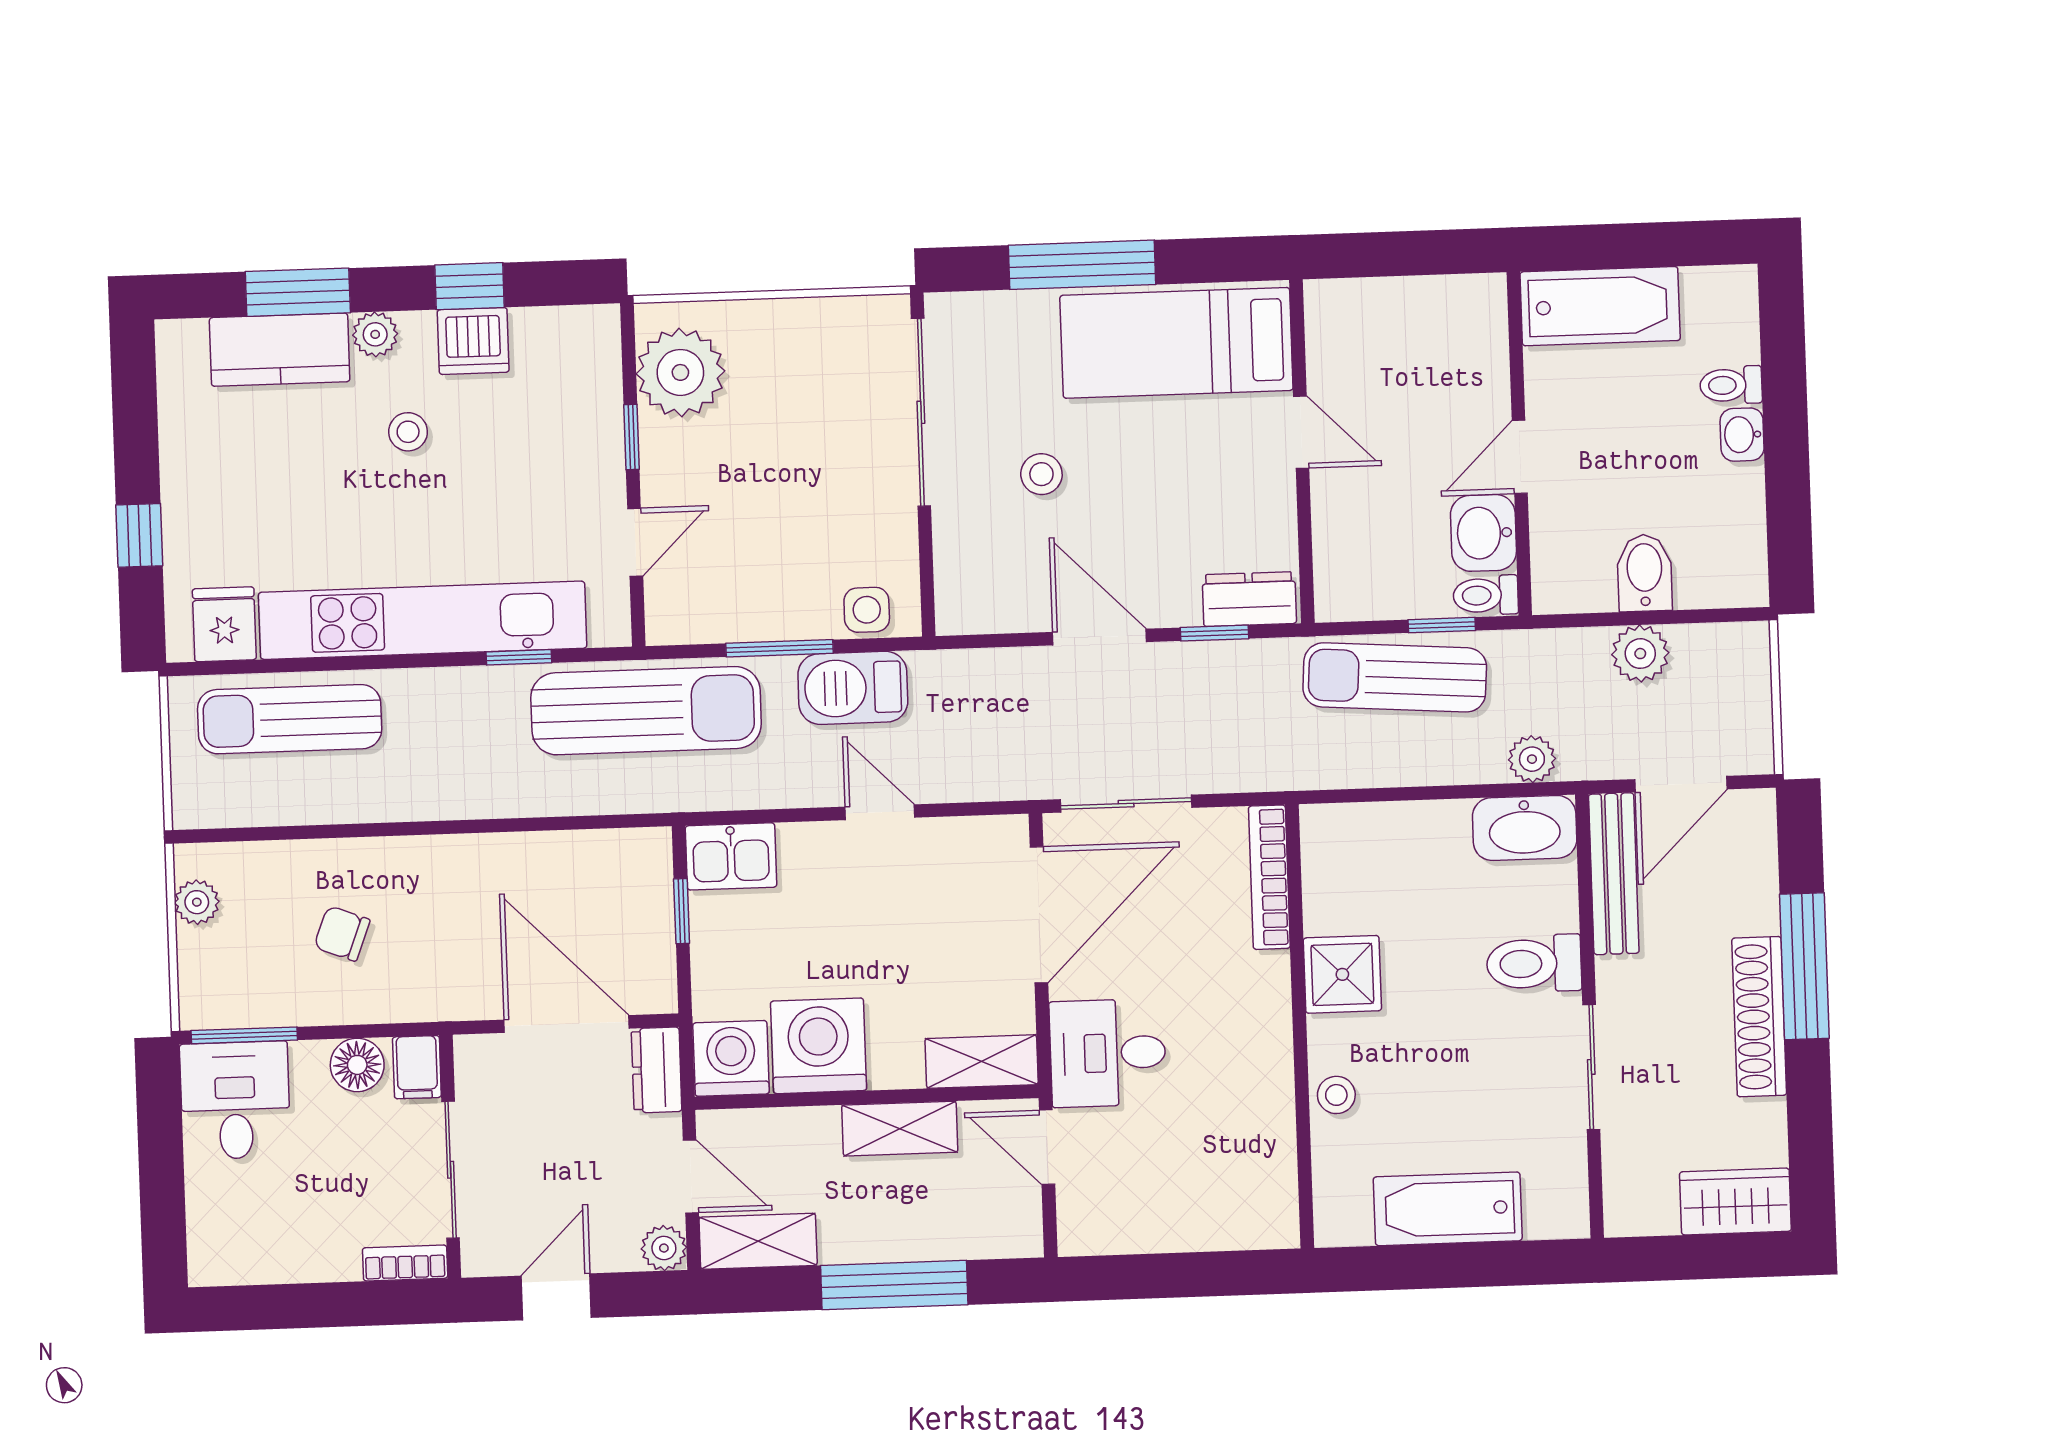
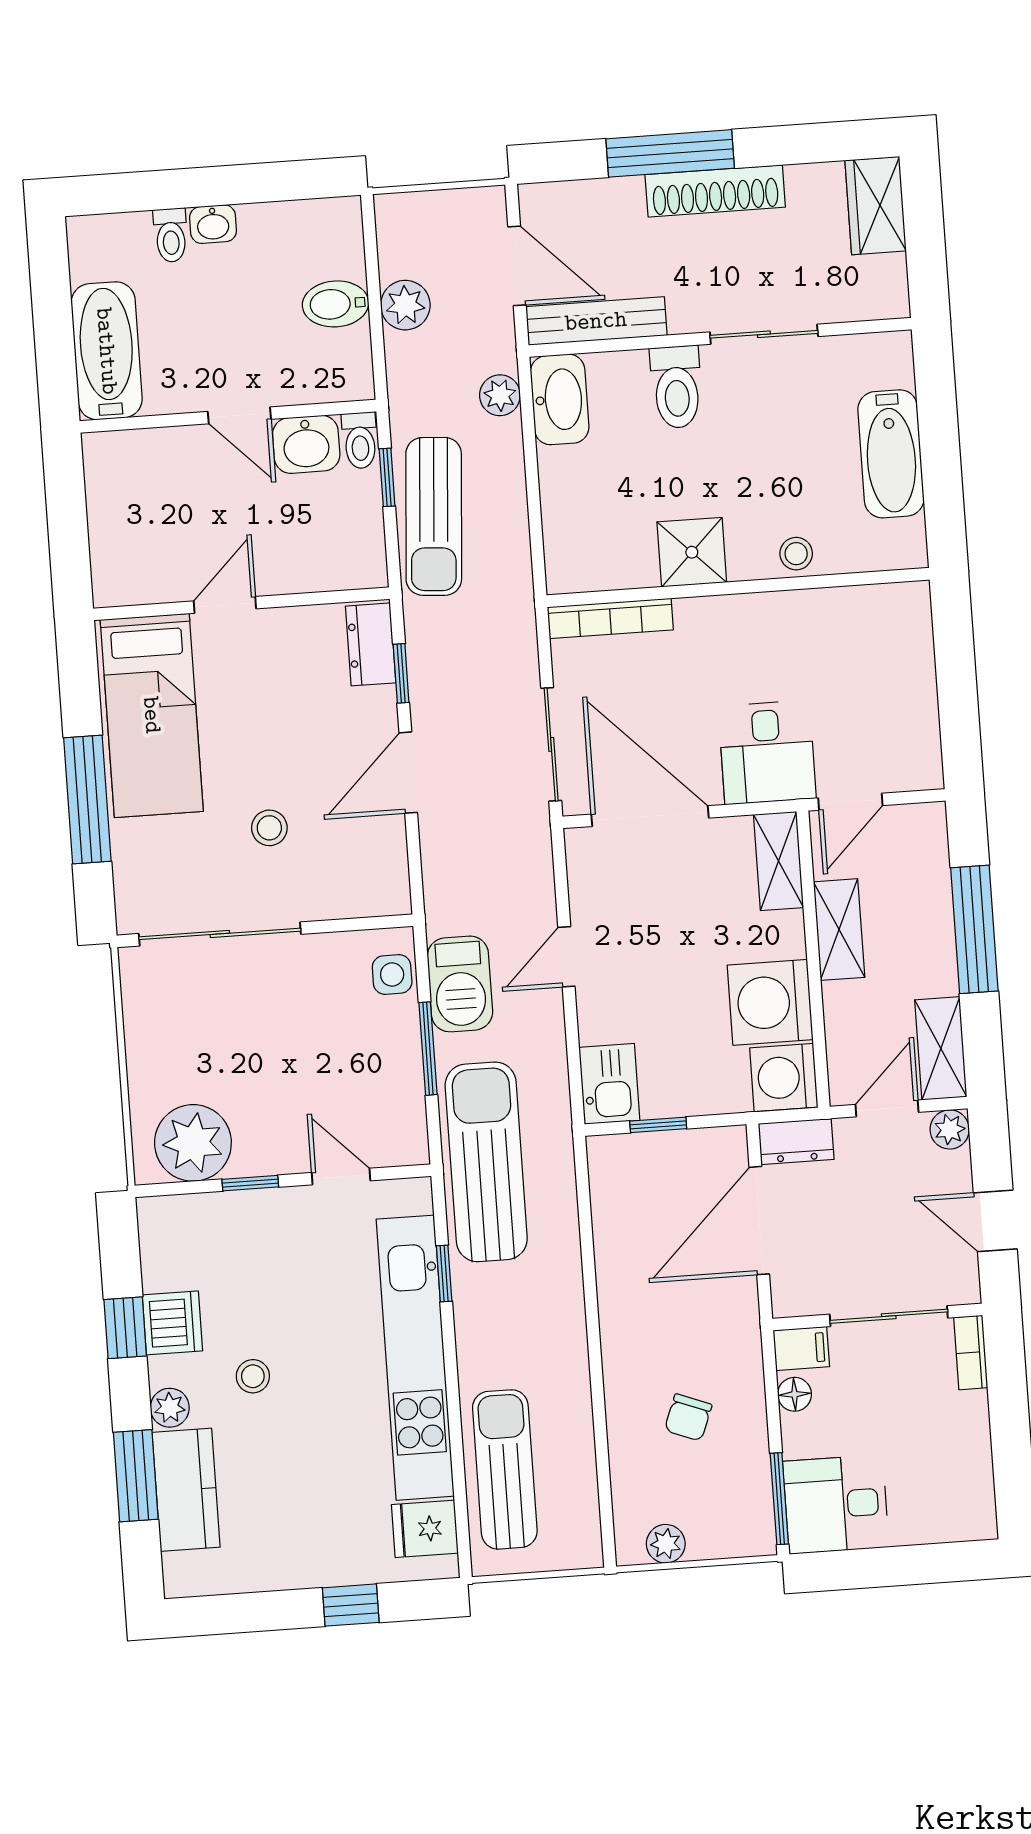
sun lounger: (290, 719) -> (505, 1469), turned 180
floor lamp: (357, 1065) -> (795, 1394), width x0.73, depth x0.73

